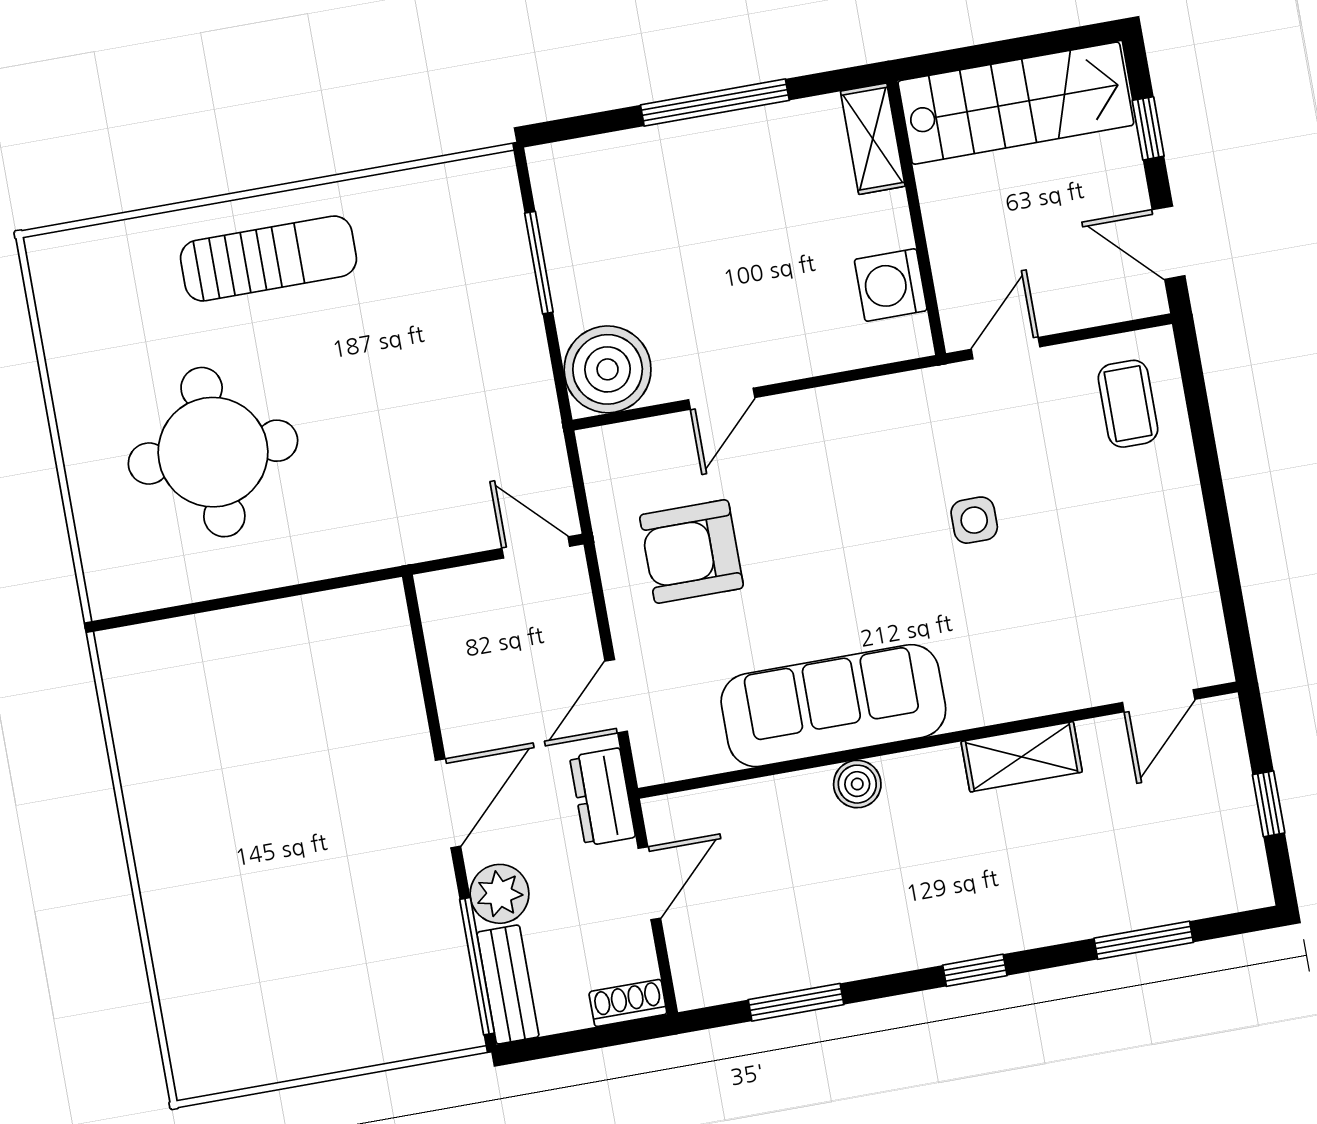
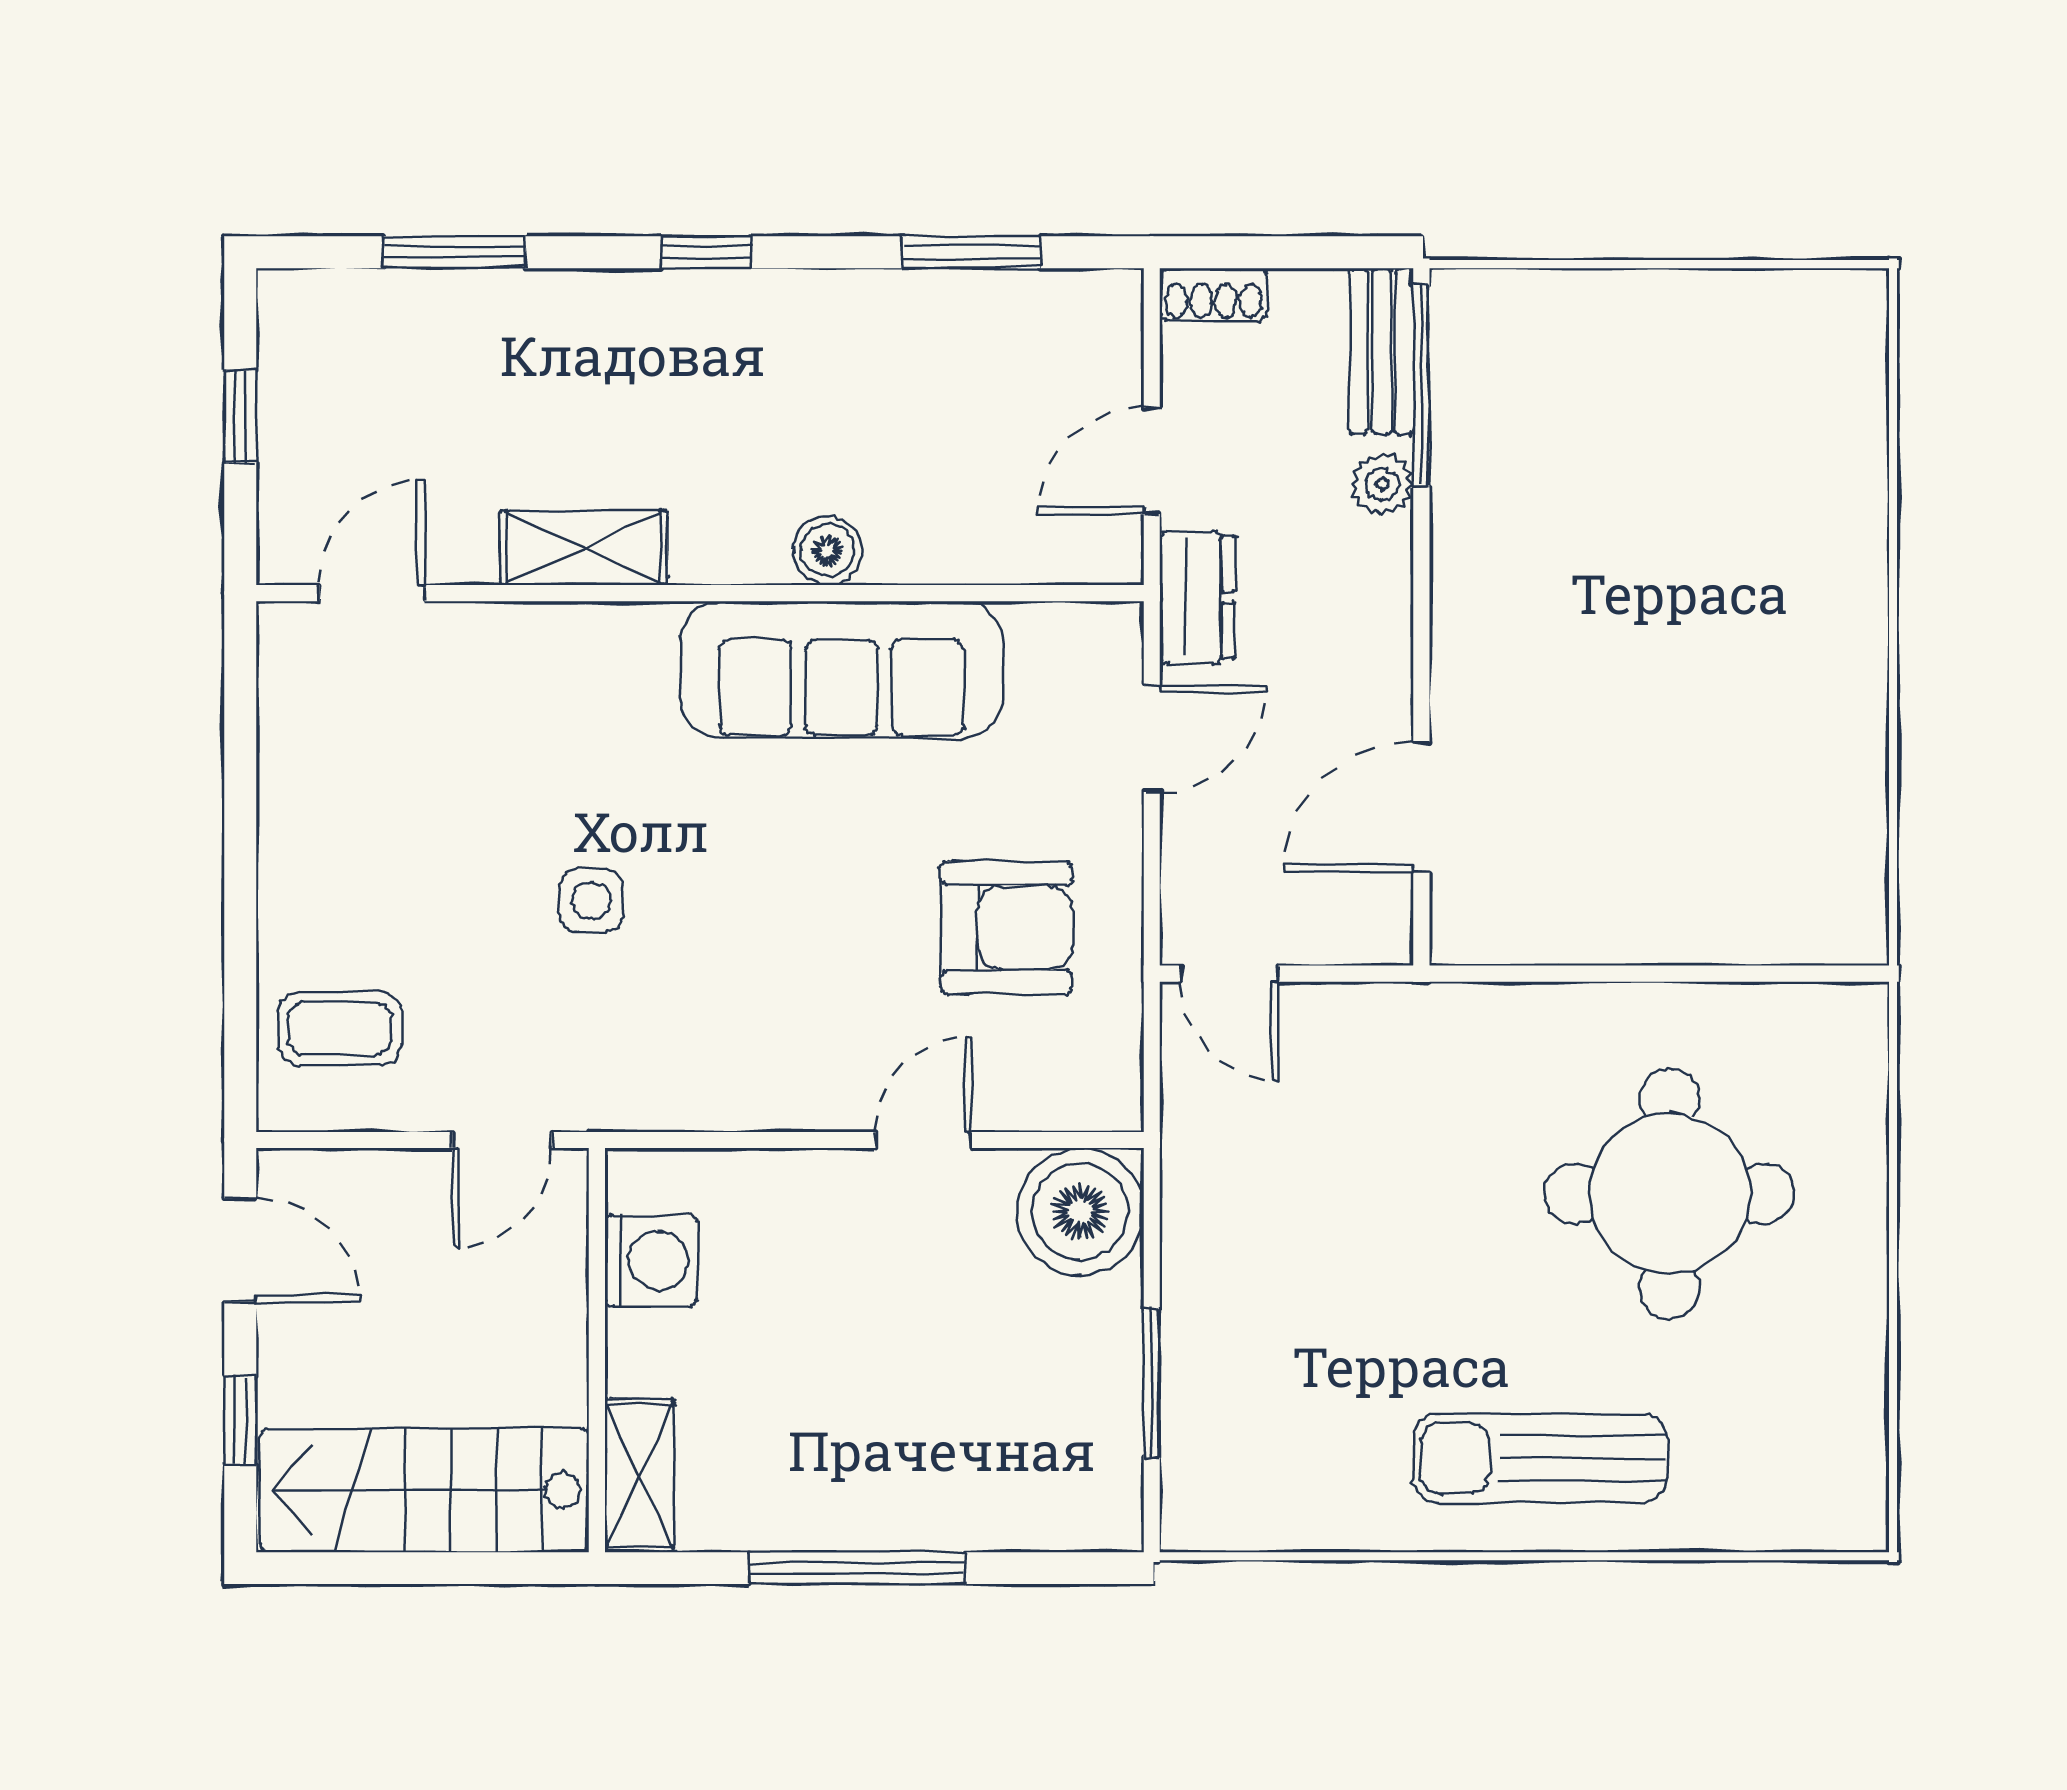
coffee table: (1128, 404) -> (340, 1029), turned 90
door: (448, 803) -> (1421, 807), moved
plant: (500, 894) -> (1382, 484), width x0.73, depth x0.73

